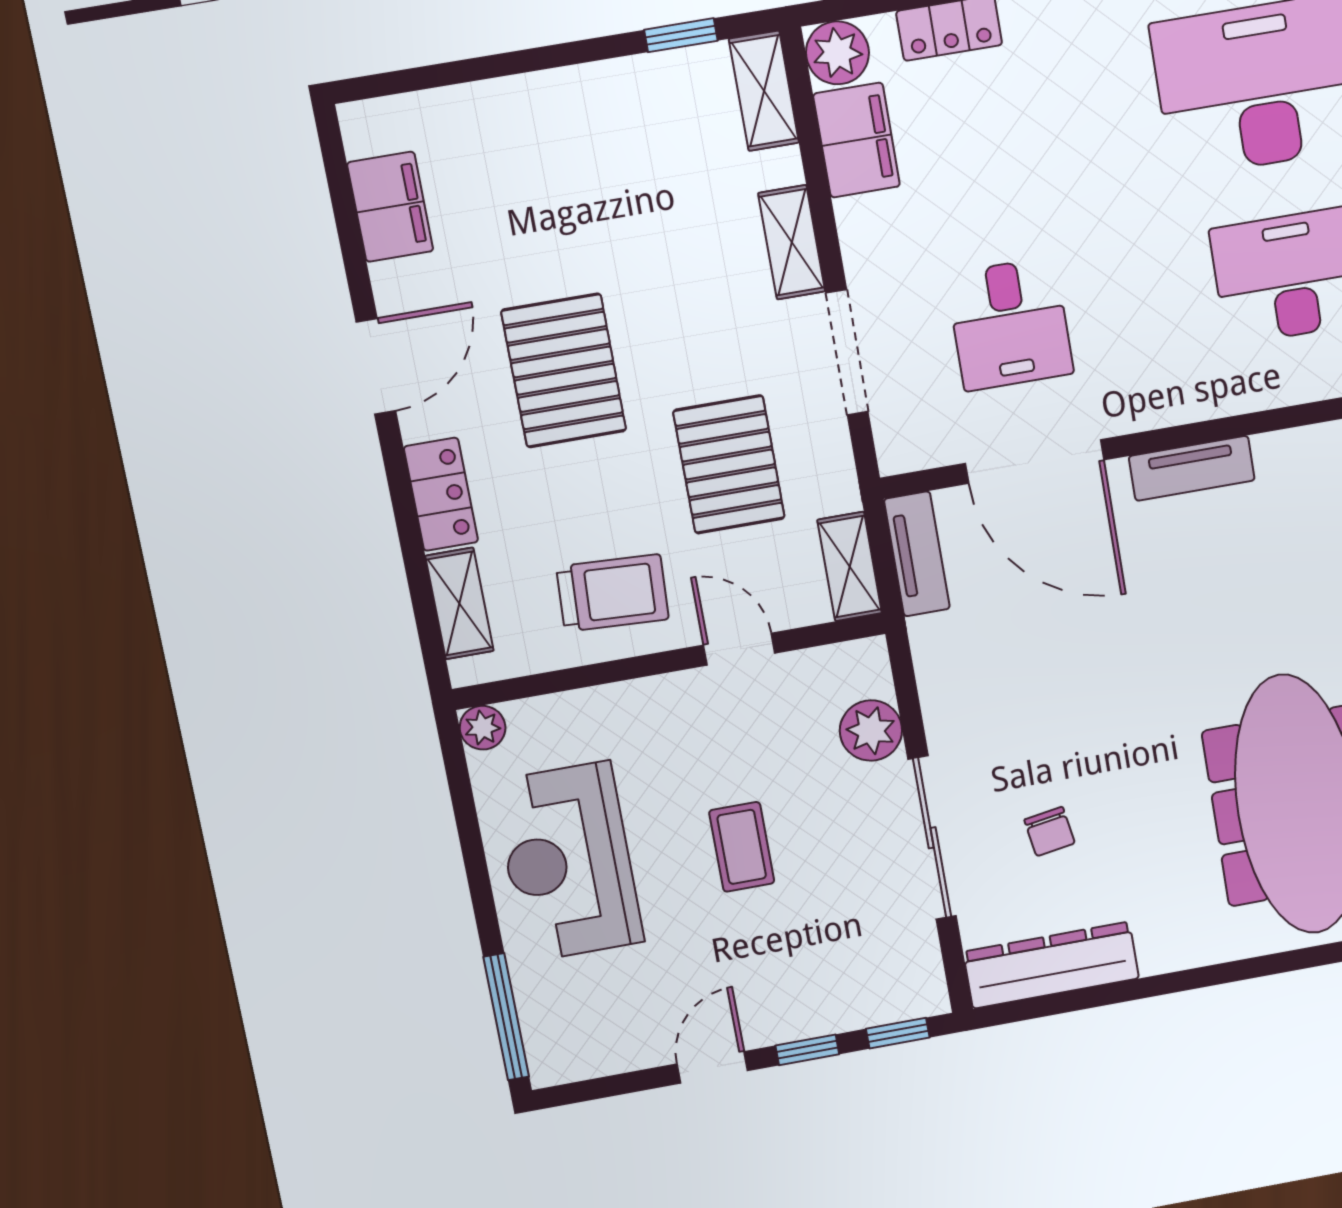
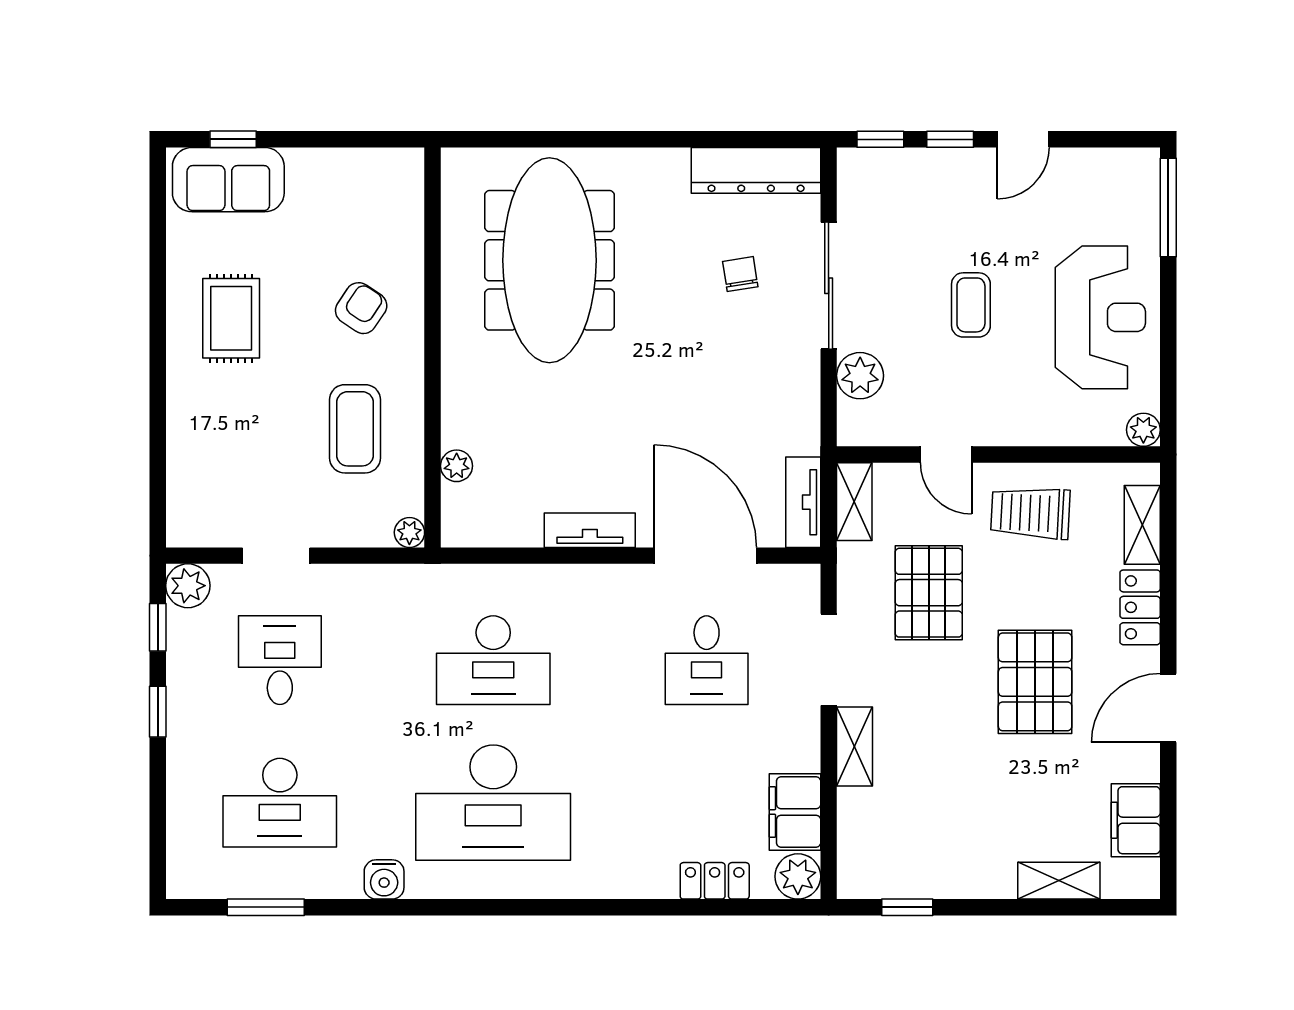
shelving: (764, 91) -> (1059, 881), moved, turned 90
desk: (1010, 324) -> (707, 660), turned 180

